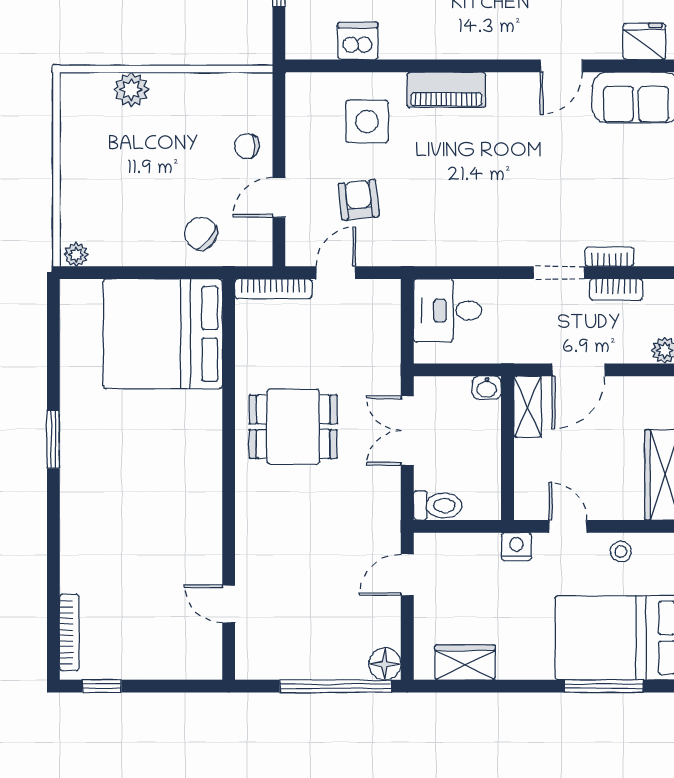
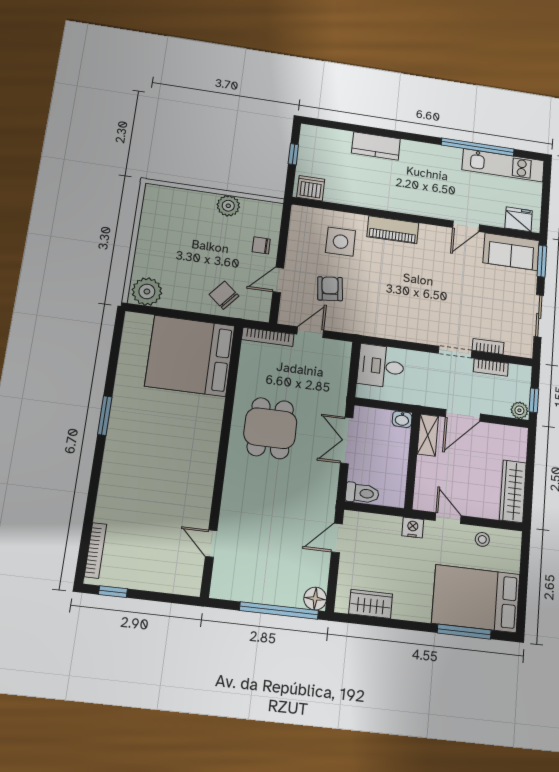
dishwasher: (358, 41) -> (311, 188), moved
plant: (131, 90) -> (228, 206), moved
plant: (76, 255) -> (147, 291), width x1.87, depth x1.87
dining table: (293, 427) -> (270, 428), turned 90

